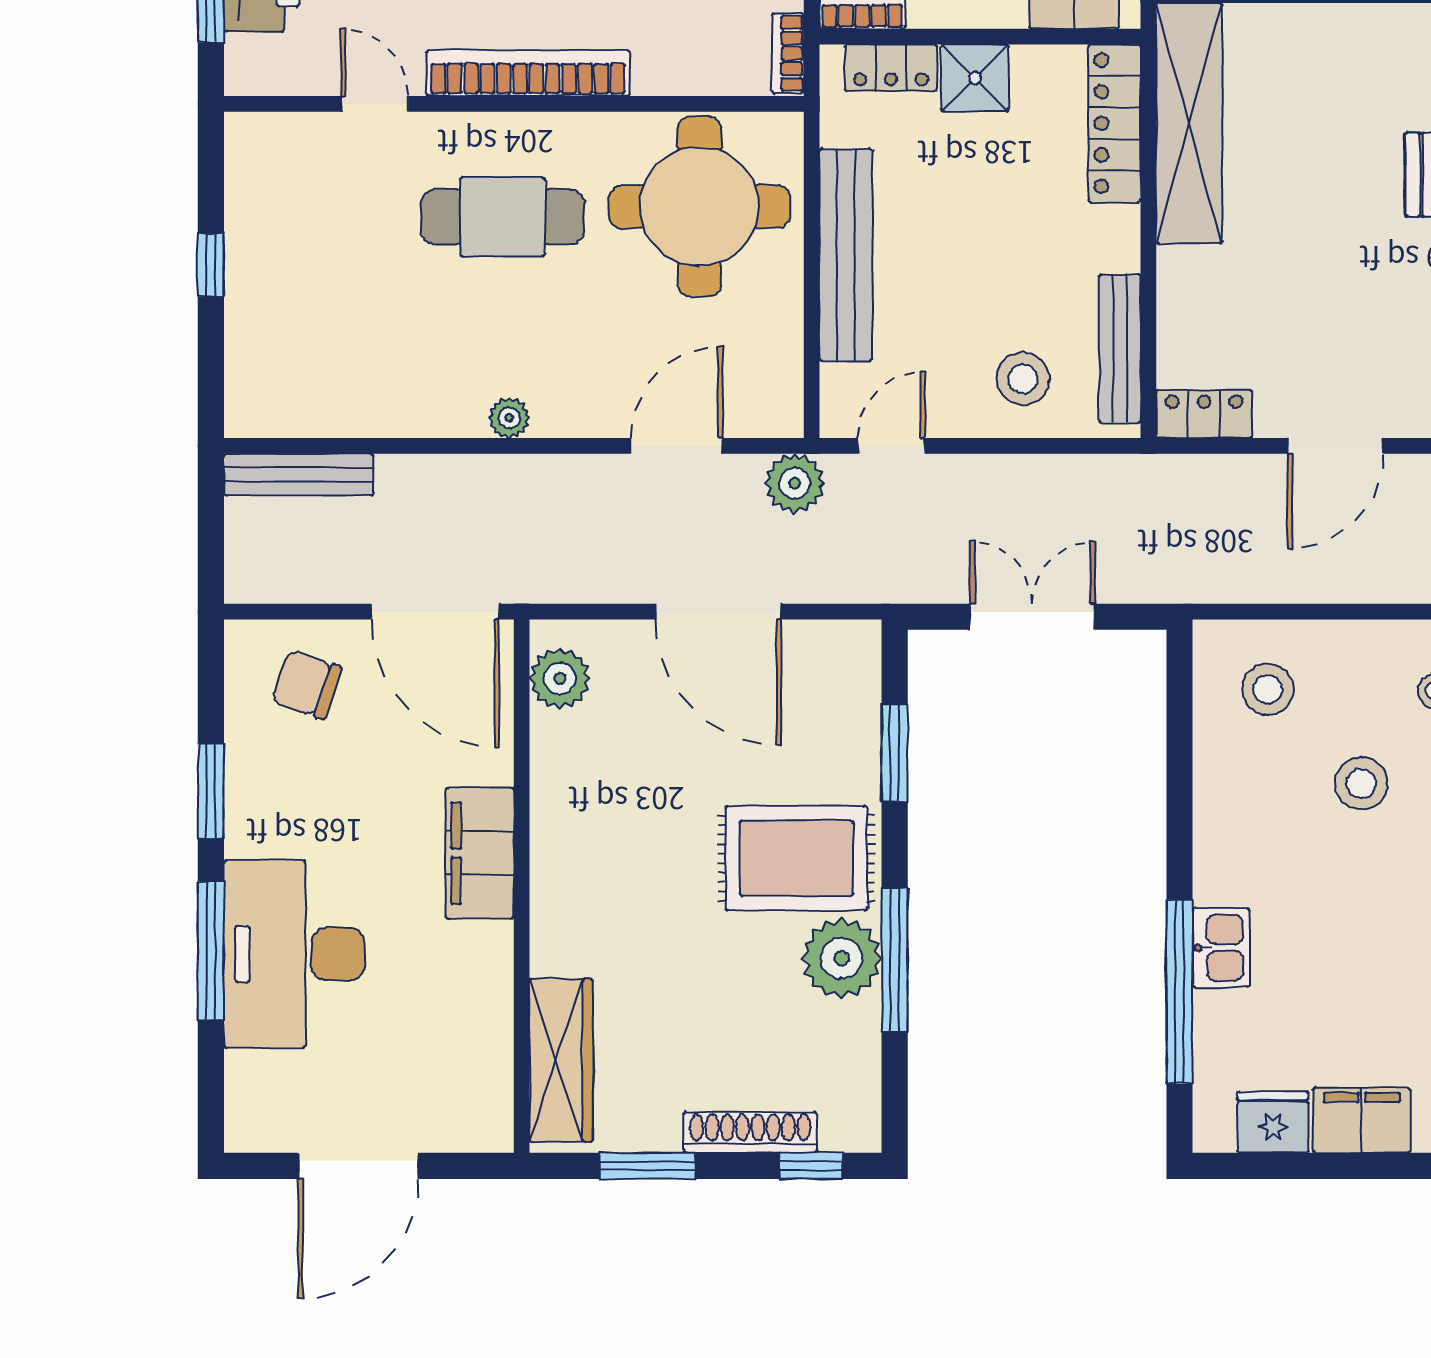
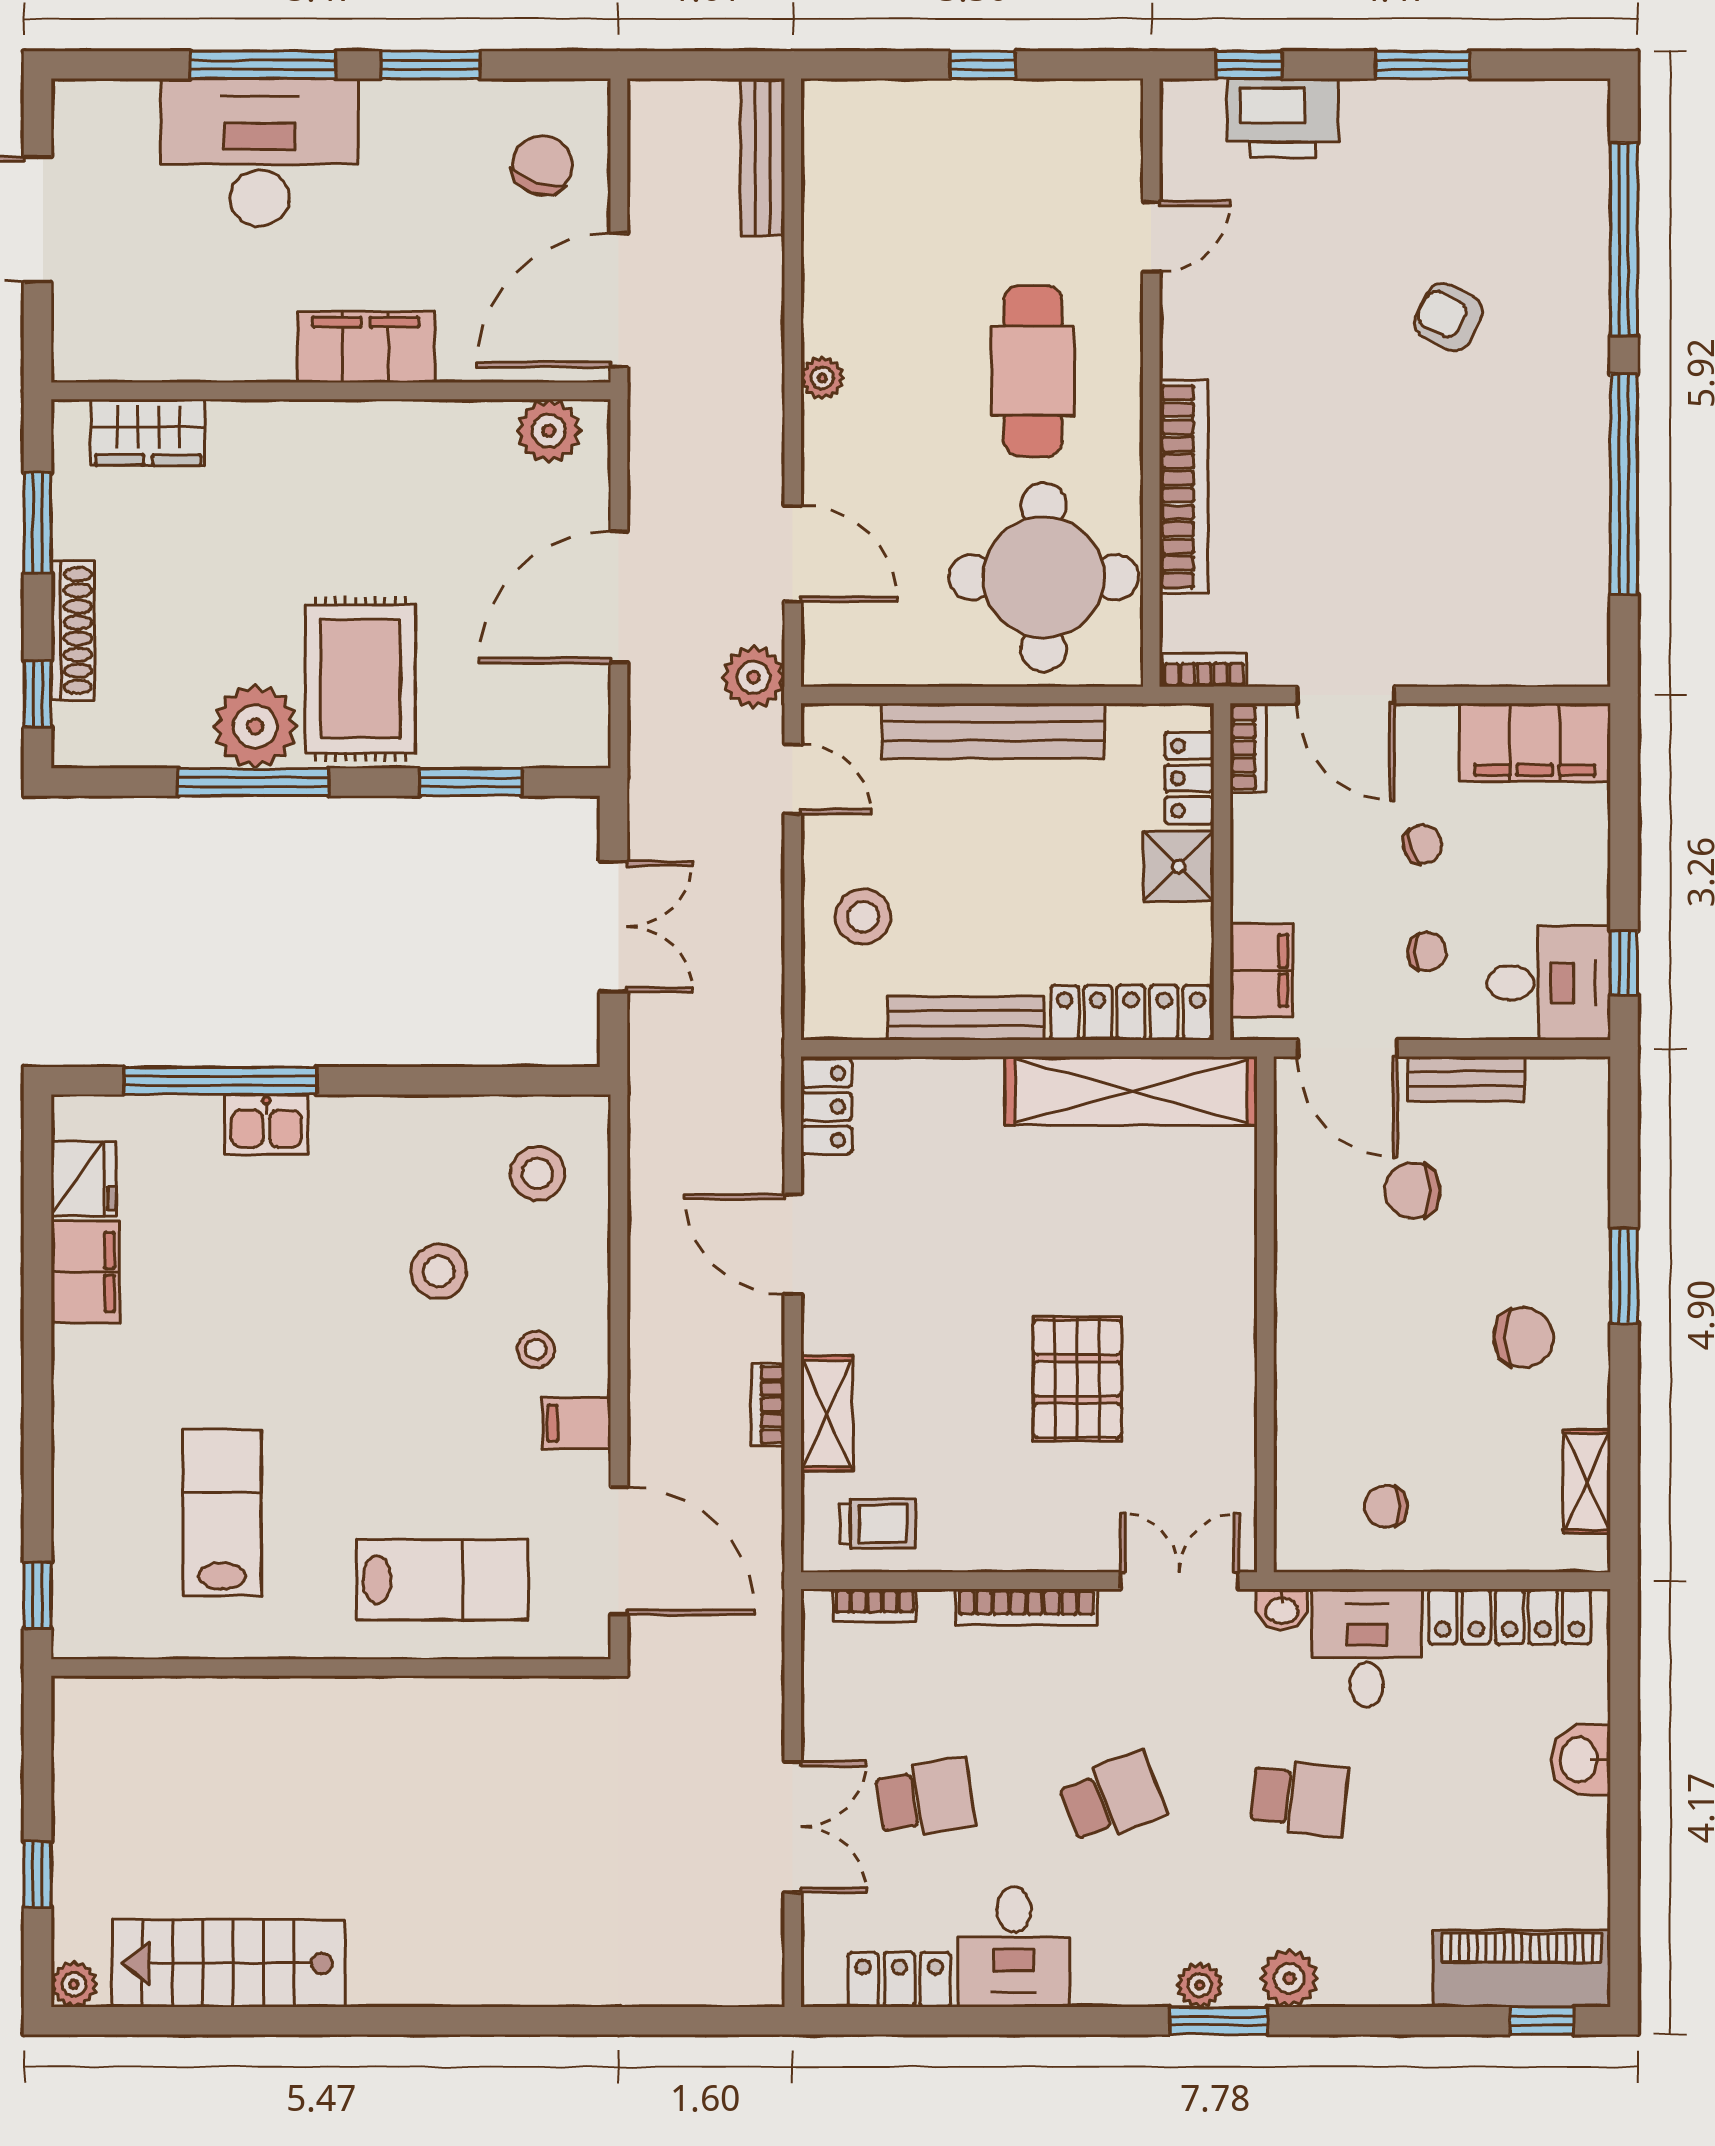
bookcase: (528, 73) -> (1184, 487), moved
bench: (1120, 349) -> (966, 1018), moved
wardrobe: (561, 1060) -> (148, 432), width x0.67

